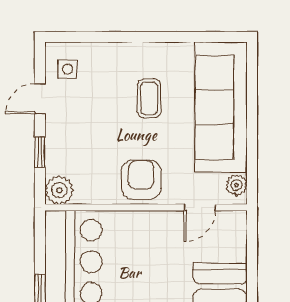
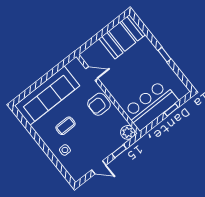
side table: (67, 69) -> (65, 150), moved
plant: (236, 185) -> (72, 66), removed

